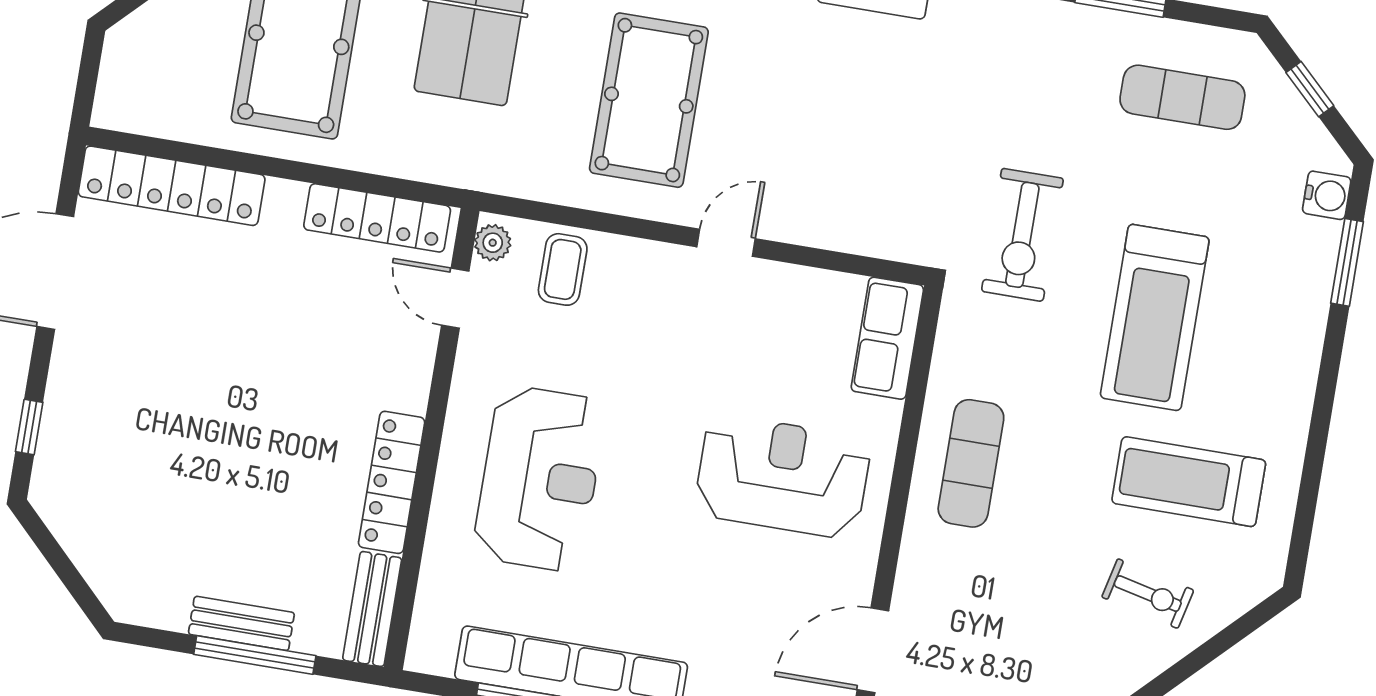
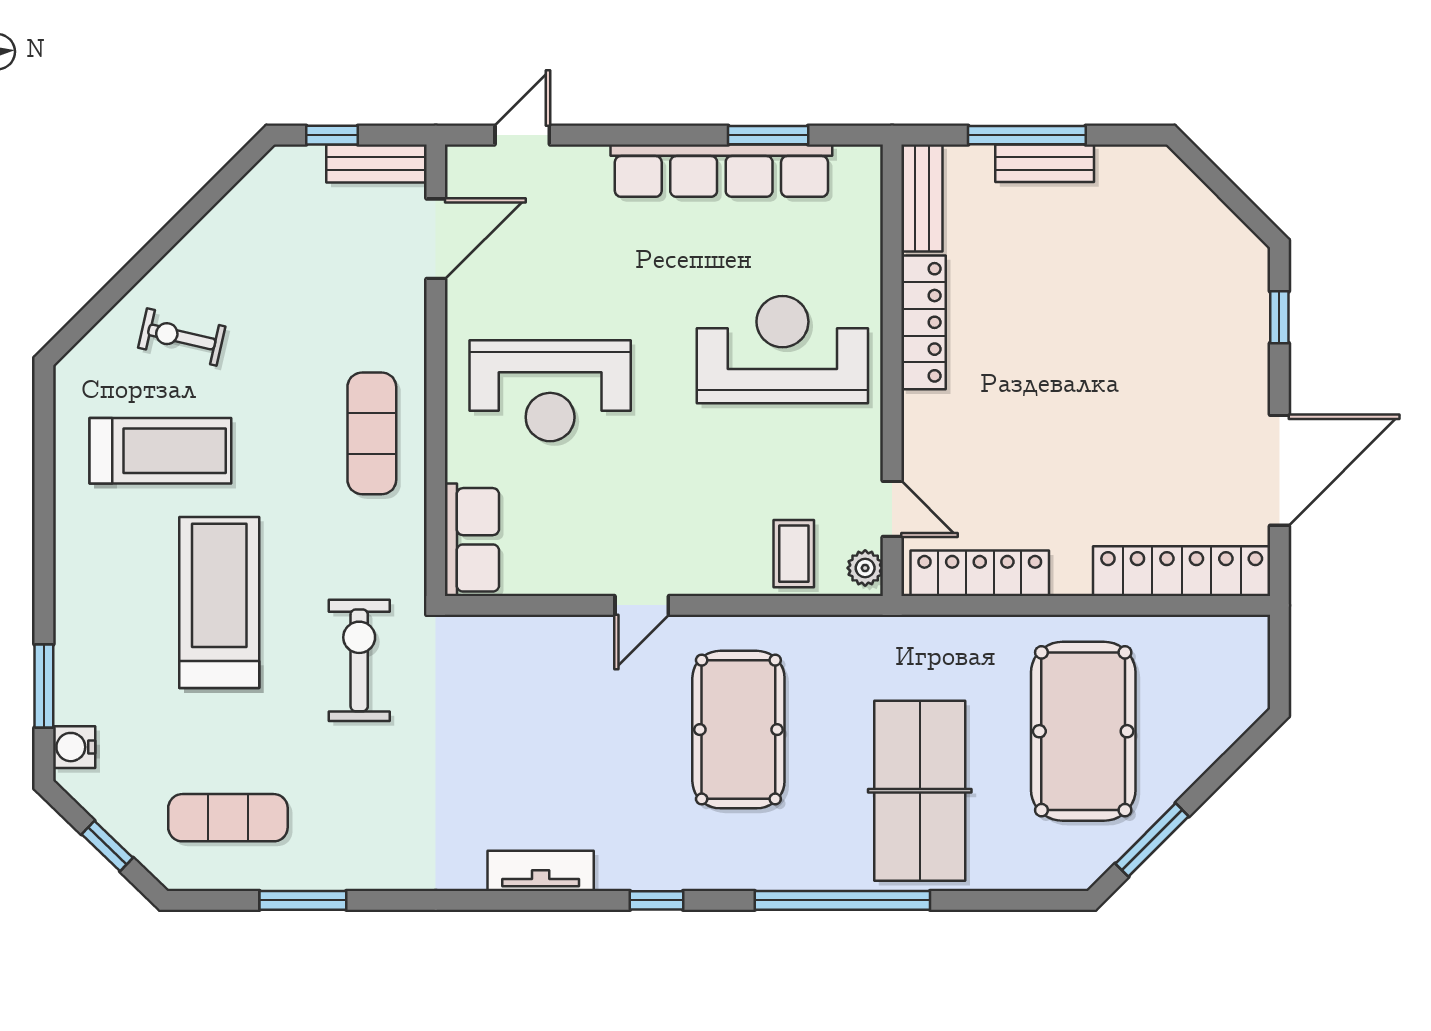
reception desk: (540, 479) -> (782, 350), turned 90

